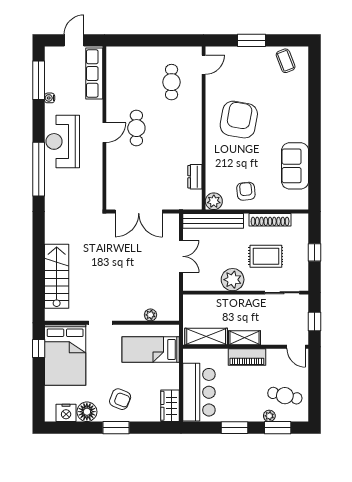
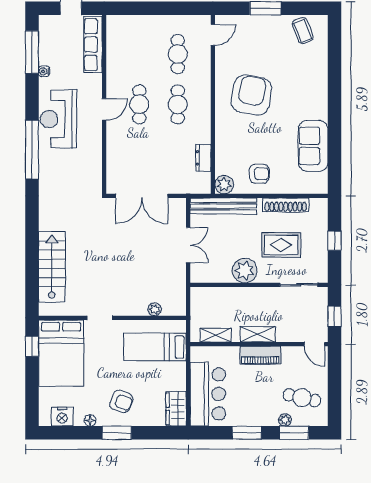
cafe table: (172, 128) -> (178, 104), added
armchair: (246, 191) -> (259, 174), turned 96
shelving: (206, 336) -> (216, 335), width x0.67, depth x0.75
floor lamp: (87, 412) -> (90, 420), width x0.53, depth x0.53

